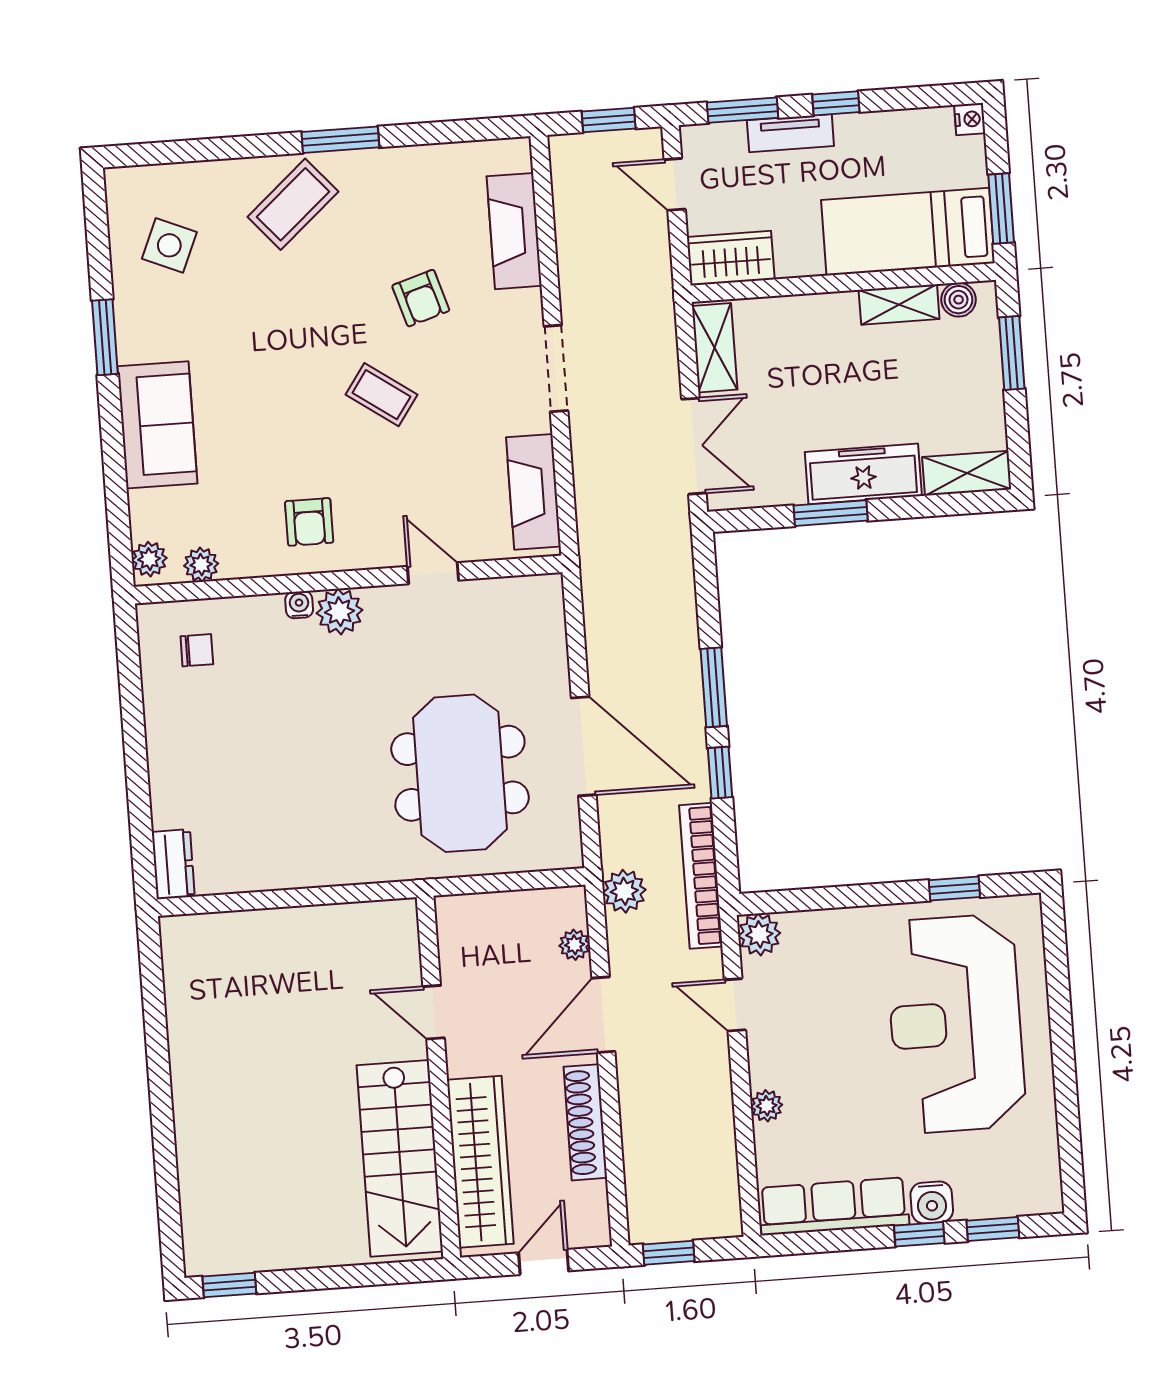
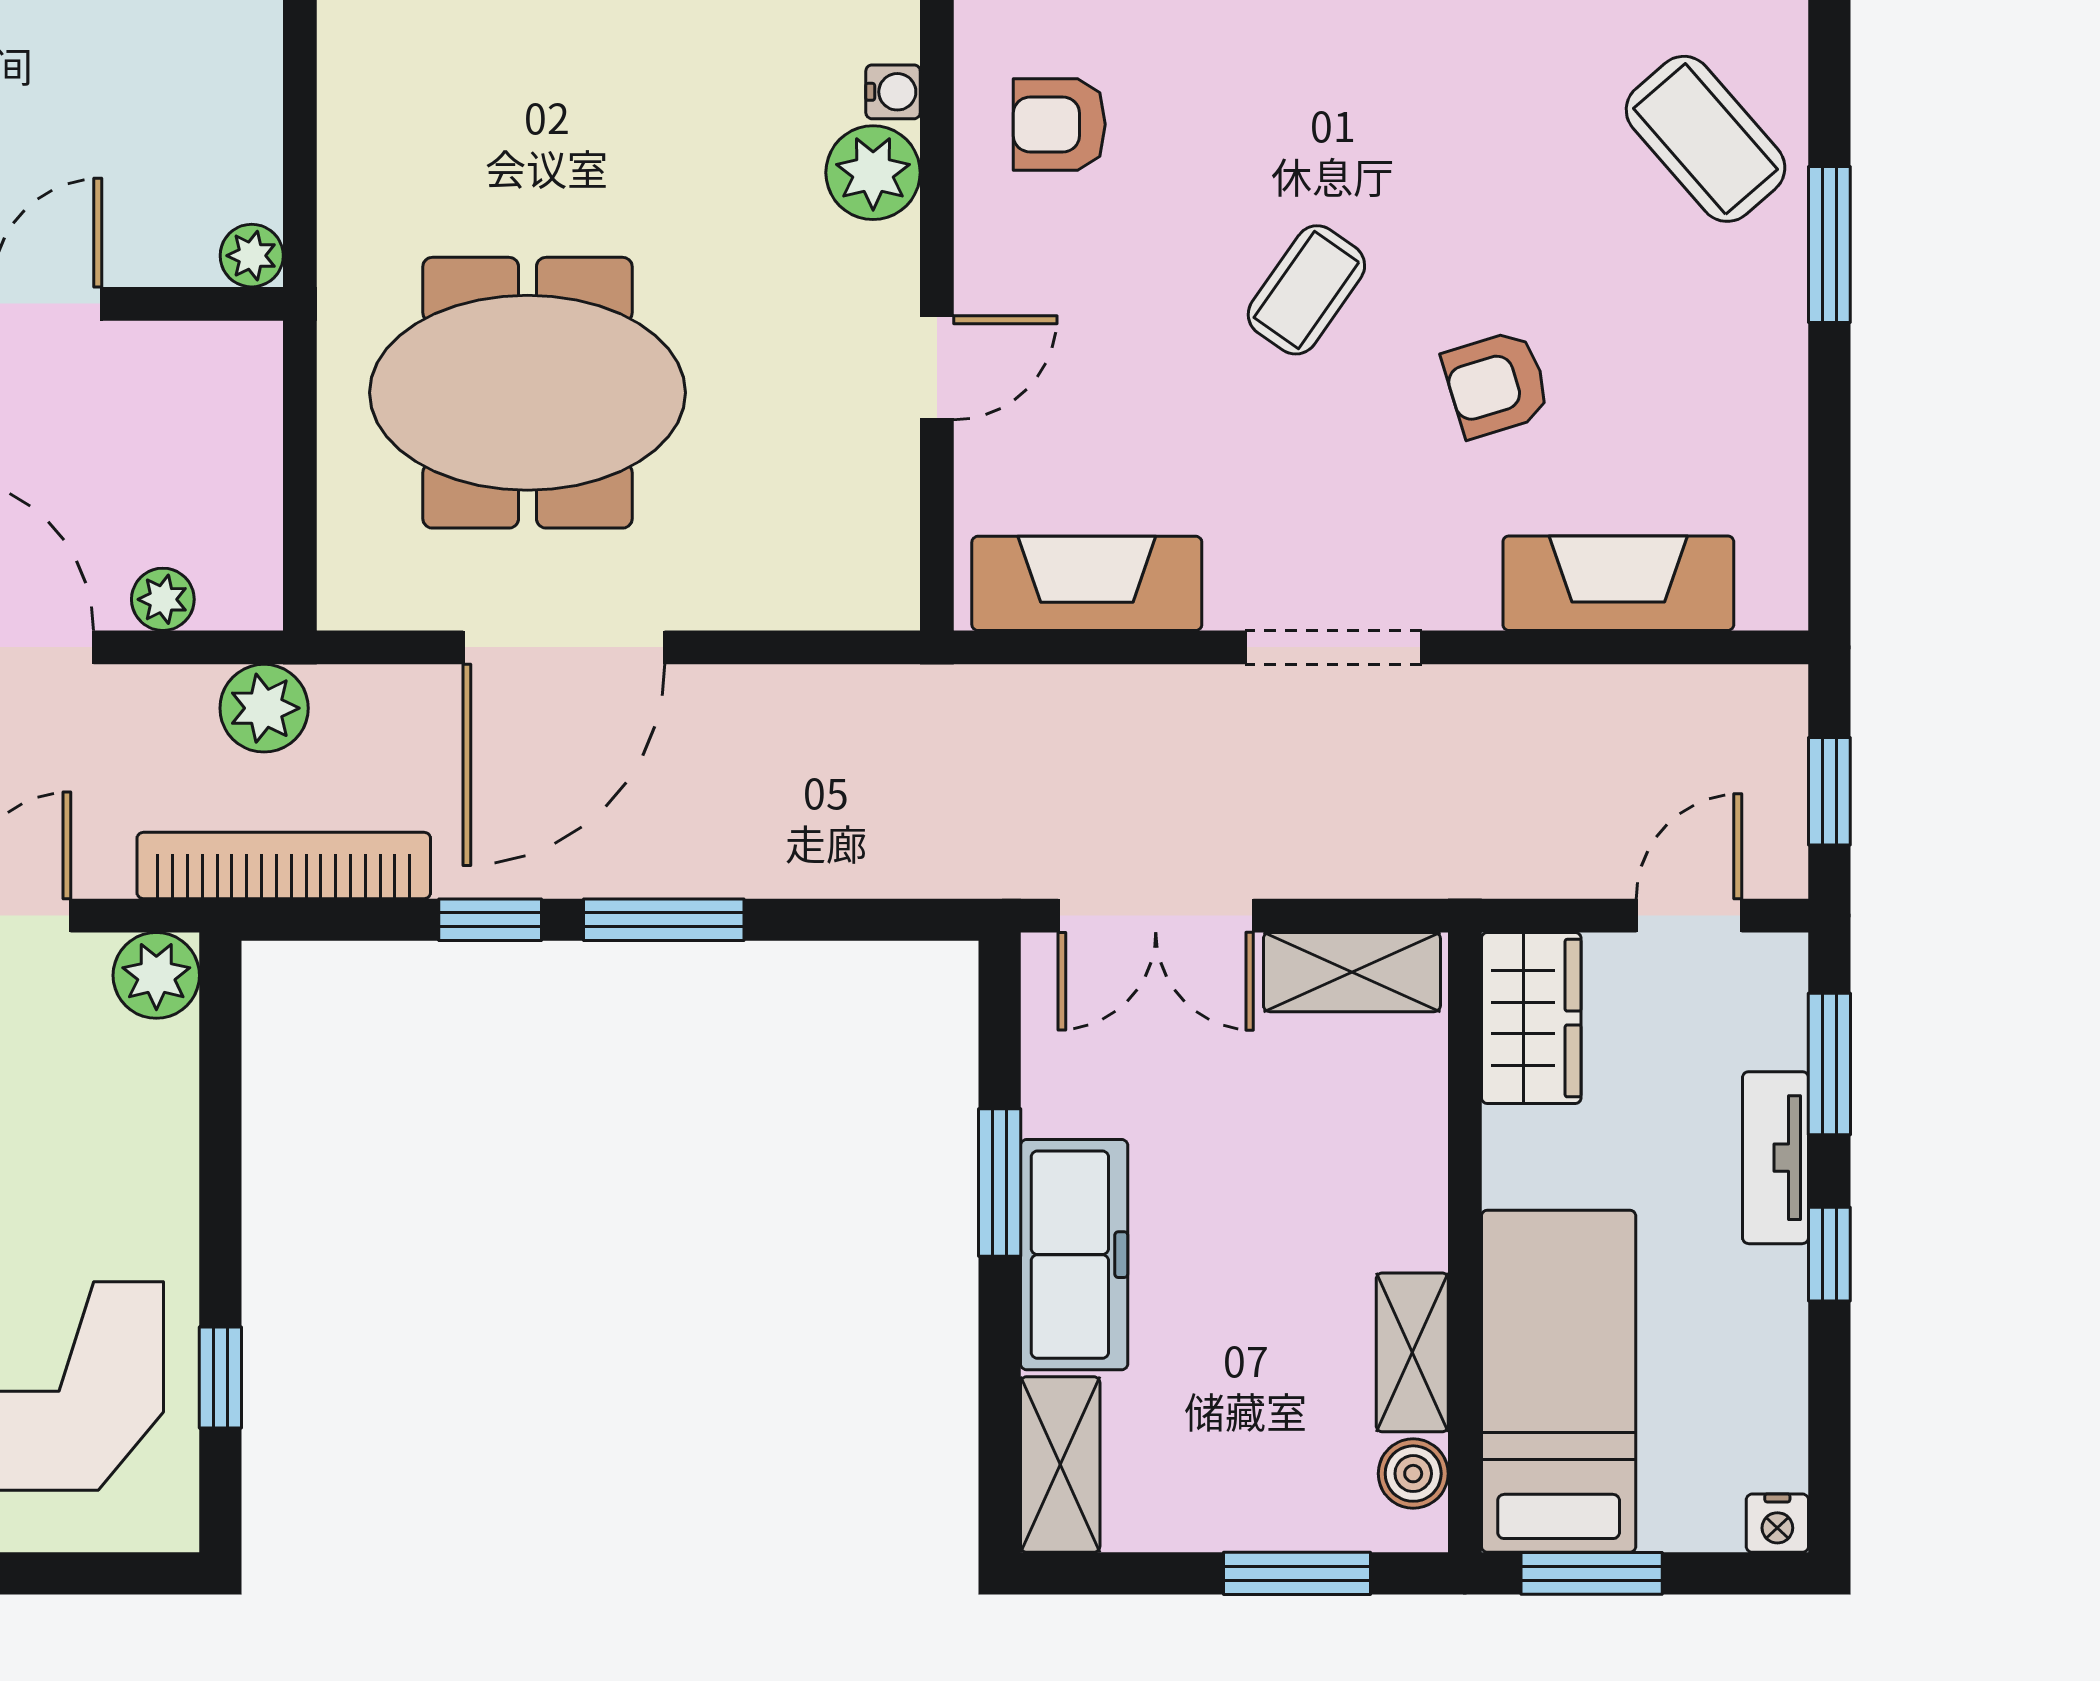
plant: (403, 914) -> (252, 256), added

